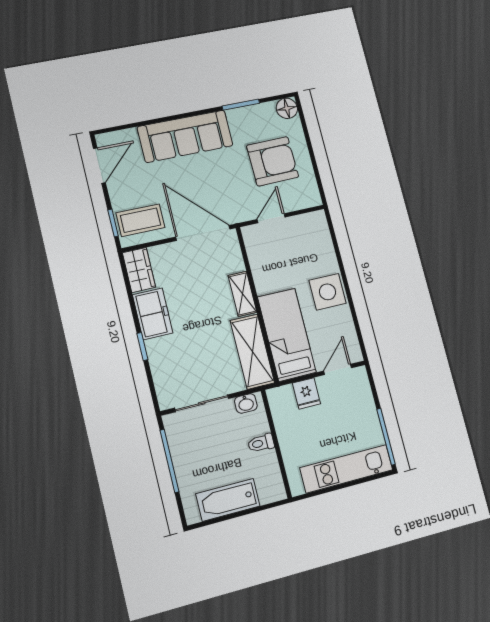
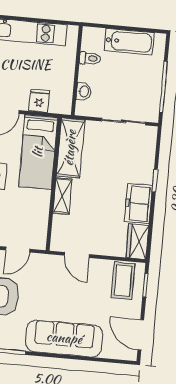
door: (99, 166) -> (141, 335), hinge flipped
coffee table: (140, 220) -> (123, 281), turned 90
door: (203, 233) -> (77, 255), width x0.53
washbasin: (246, 403) -> (84, 91), moved, turned 90
toilet: (261, 443) -> (90, 58), moved

